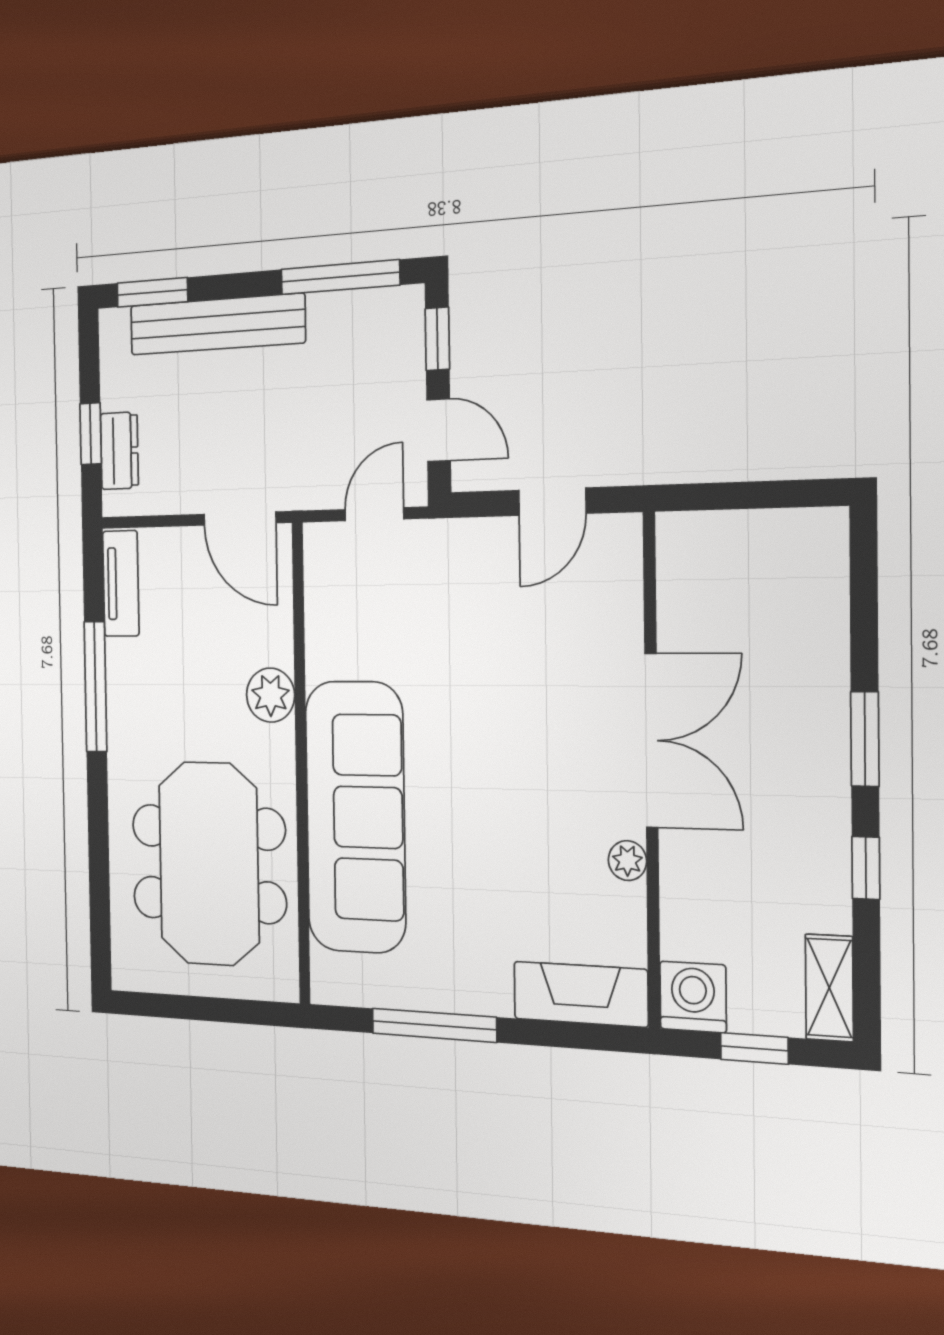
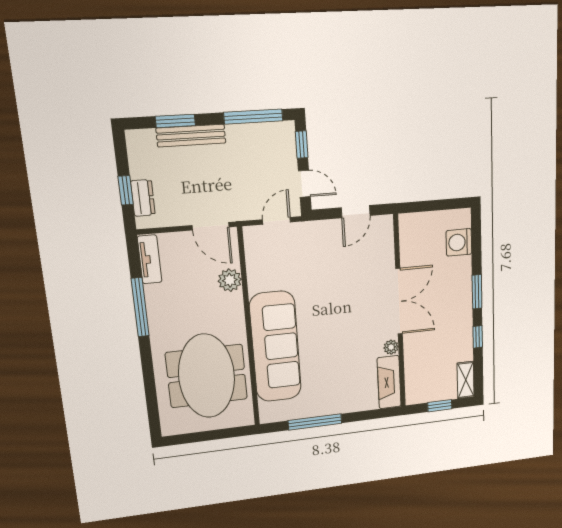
window: (152, 292) -> (175, 121), moved
bench: (217, 324) -> (191, 136), width x0.73, depth x0.82
plant: (271, 695) -> (230, 280), moved
fireplace: (580, 994) -> (389, 382), moved, turned -90
washing machine: (693, 997) -> (459, 242), moved, turned -90

